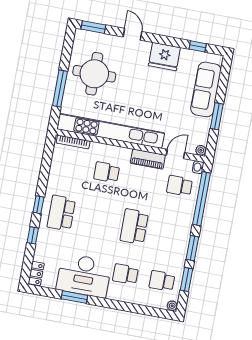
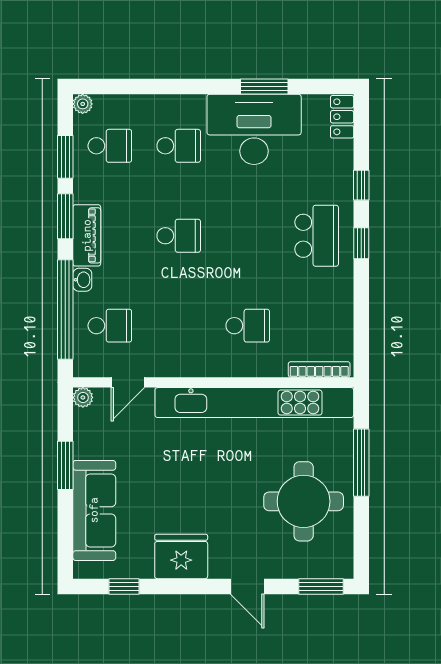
piano: (148, 159) -> (87, 235), moved, turned 90
washbasin: (198, 167) -> (82, 280), moved
school desk: (134, 227) -> (179, 236), width x0.54

